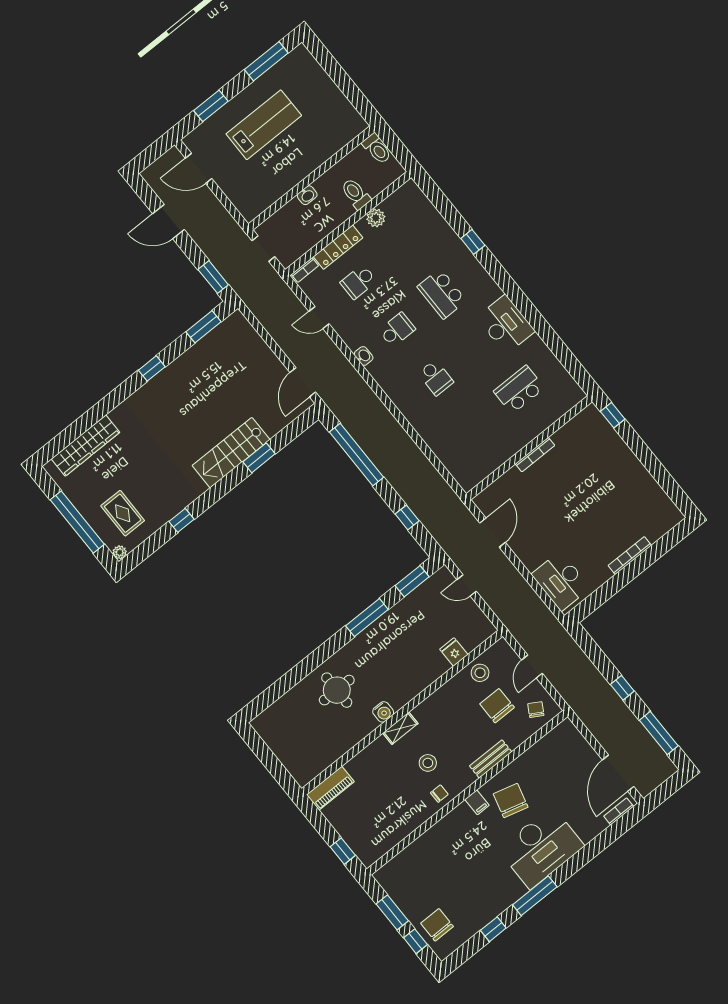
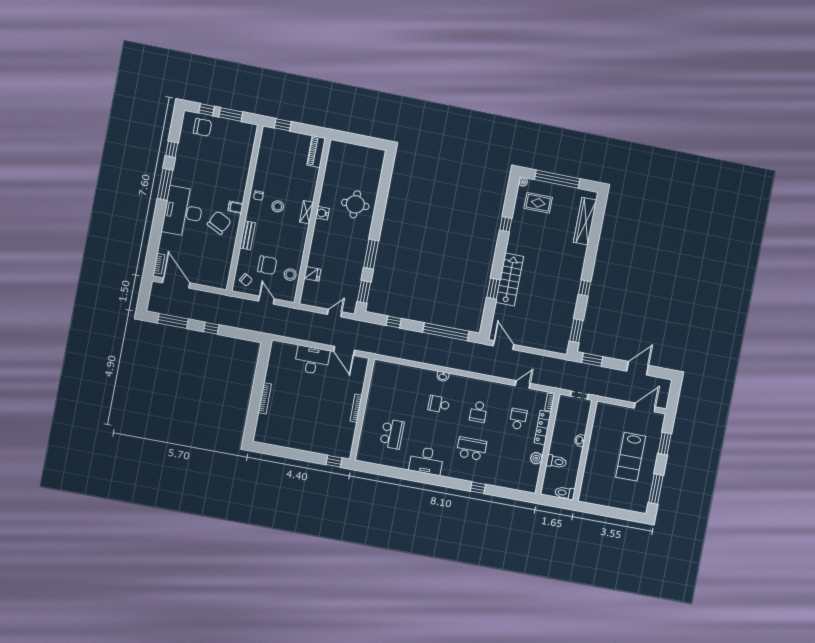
washbasin: (364, 356) -> (443, 376), moved
desk: (561, 581) -> (312, 360), moved
chair: (511, 801) -> (219, 223), turned -78

